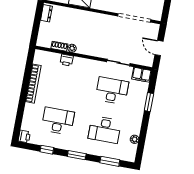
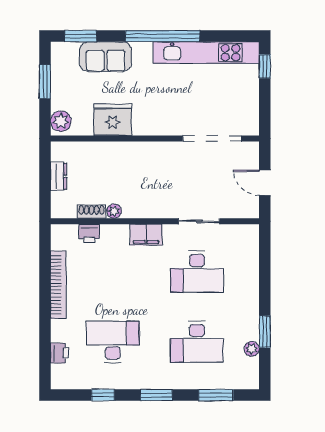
dresser: (46, 13) -> (59, 176), moved
printer: (67, 60) -> (89, 233), moved
filing cabinet: (142, 75) -> (146, 235), moved
desk: (112, 91) -> (197, 272), turned 180
window: (149, 102) -> (265, 332), moved
printer: (24, 136) -> (60, 353), moved

